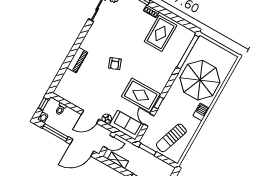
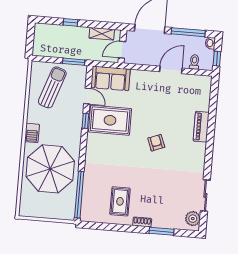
rug: (161, 33) -> (120, 201), width x0.73, depth x0.70
door: (90, 117) -> (171, 70), moved
floor lamp: (107, 119) -> (137, 75), removed

